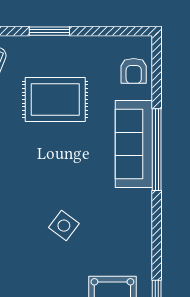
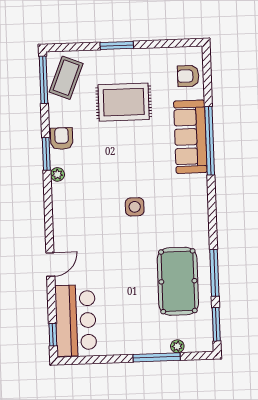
armchair: (134, 71) -> (188, 76), turned 90
side table: (64, 226) -> (135, 207), turned -37

